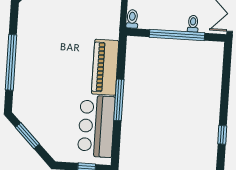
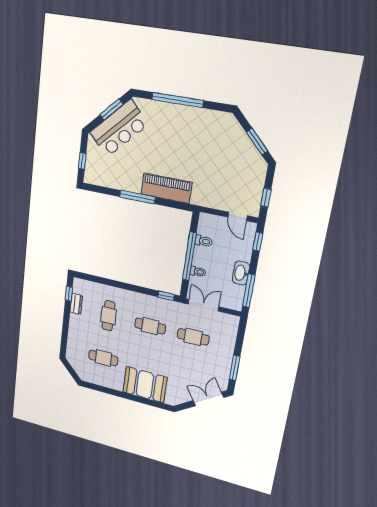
toilet: (132, 19) -> (204, 241), moved
bar counter: (96, 126) -> (119, 128), moved, turned 135
window: (222, 135) -> (166, 296), moved

